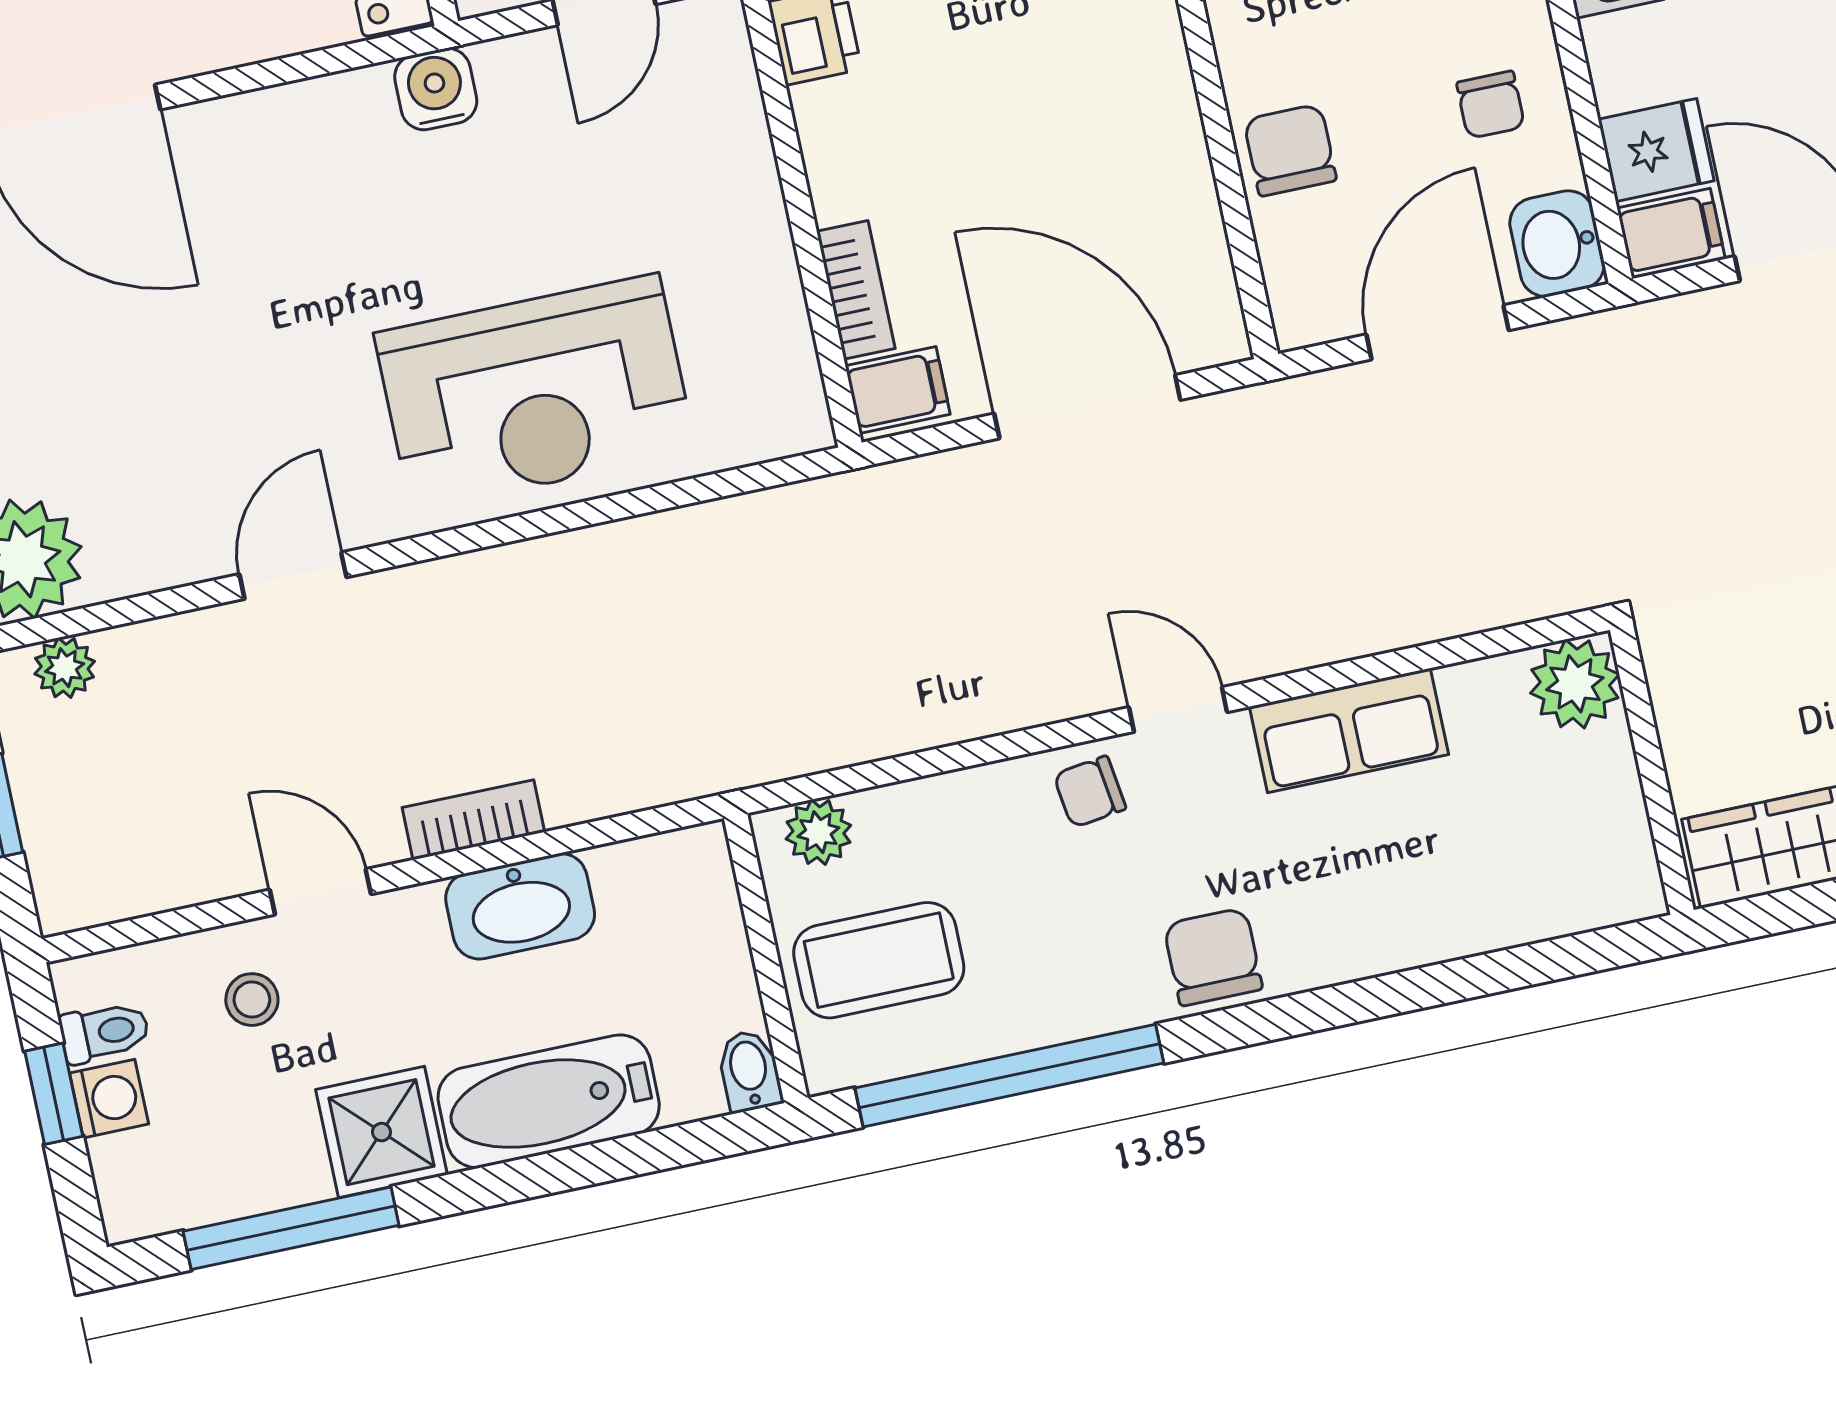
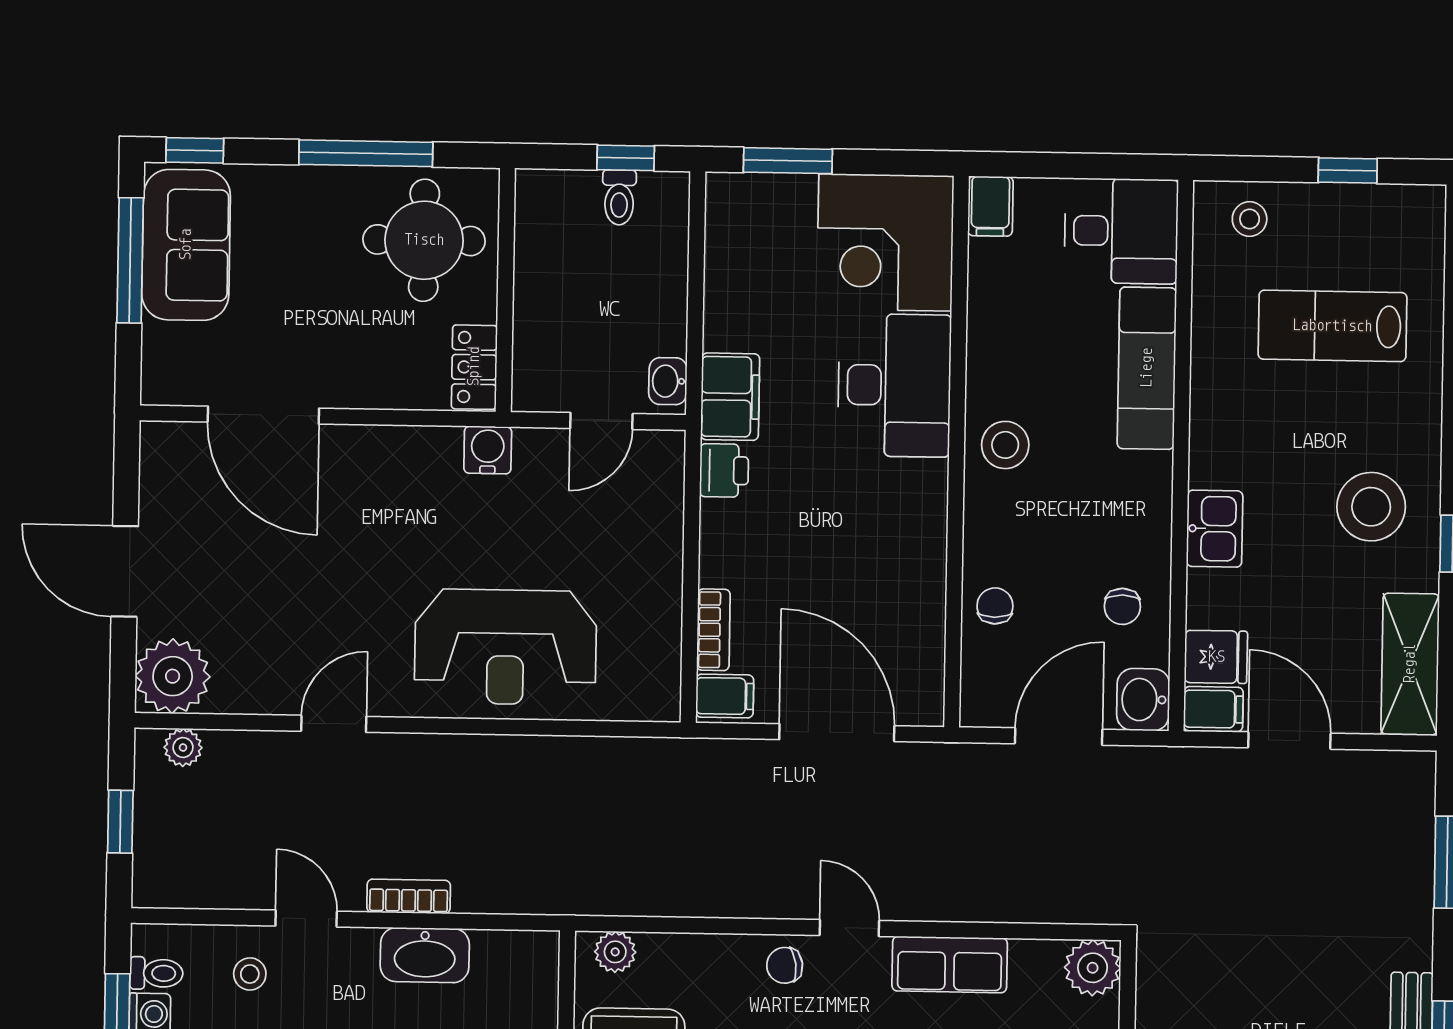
chair: (1290, 150) -> (995, 606), width x0.73, depth x0.73

